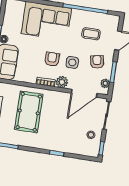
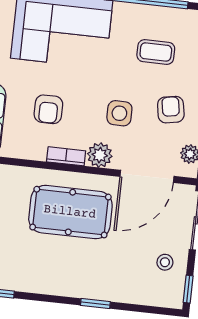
armchair: (52, 59) -> (48, 109), moved, turned 180
pool table: (29, 112) -> (70, 212), moved, turned 90

